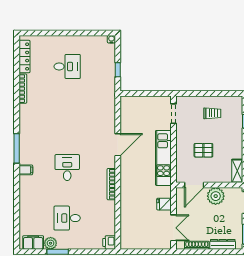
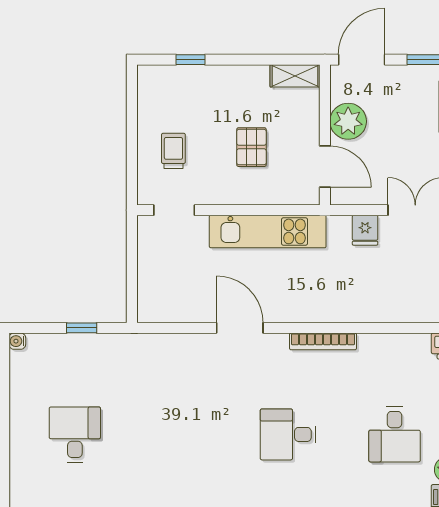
trolley: (212, 113) -> (173, 151), moved

